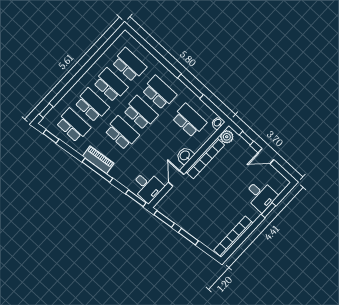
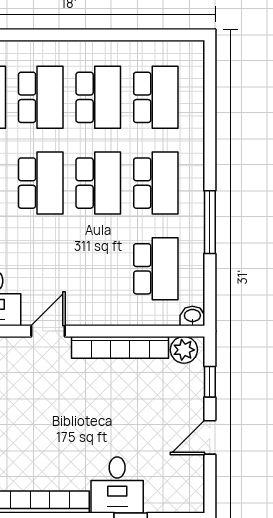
washbasin: (185, 156) -> (96, 312), removed
door: (266, 156) -> (210, 437), hinge flipped
desk: (261, 195) -> (117, 485), moved

